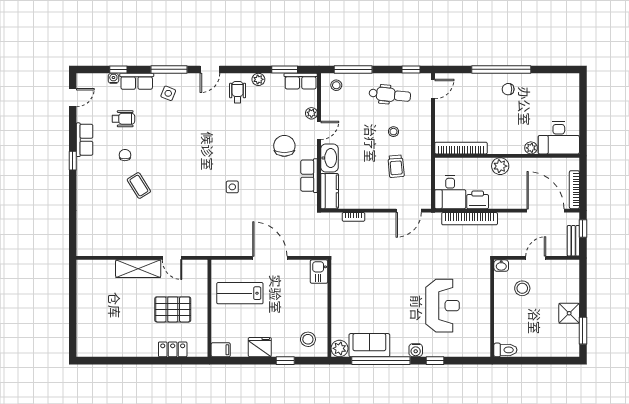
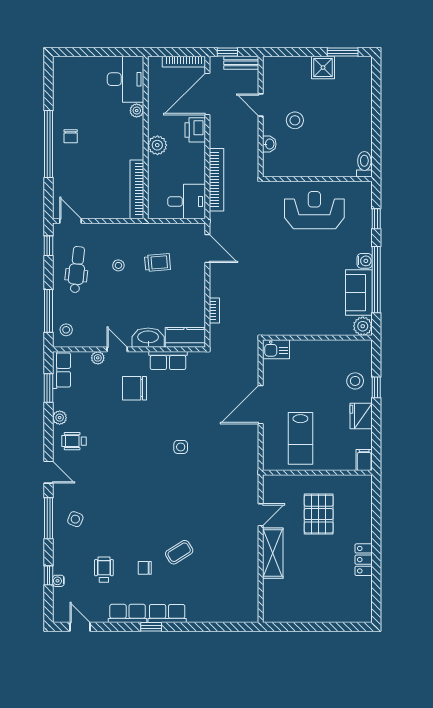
row of seats: (137, 81) -> (167, 613), moved, turned -90
printer: (478, 200) -> (195, 130), moved
wall: (492, 308) -> (317, 179), moved
stool: (308, 339) -> (355, 381), moved
locker: (173, 349) -> (364, 560), moved
water cooler: (416, 350) -> (365, 261), moved
toilet: (505, 350) -> (364, 164), moved

